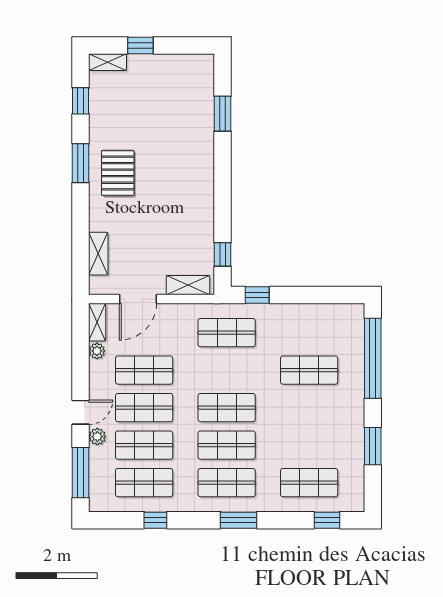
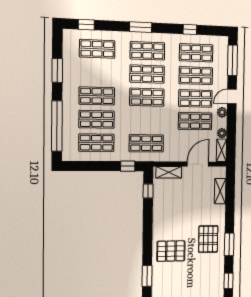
pallet: (182, 154) -> (171, 251), added
shop shelf: (309, 333) -> (96, 143), added
shop shelf: (309, 408) -> (97, 96), added
plant: (97, 437) -> (222, 112), moved

